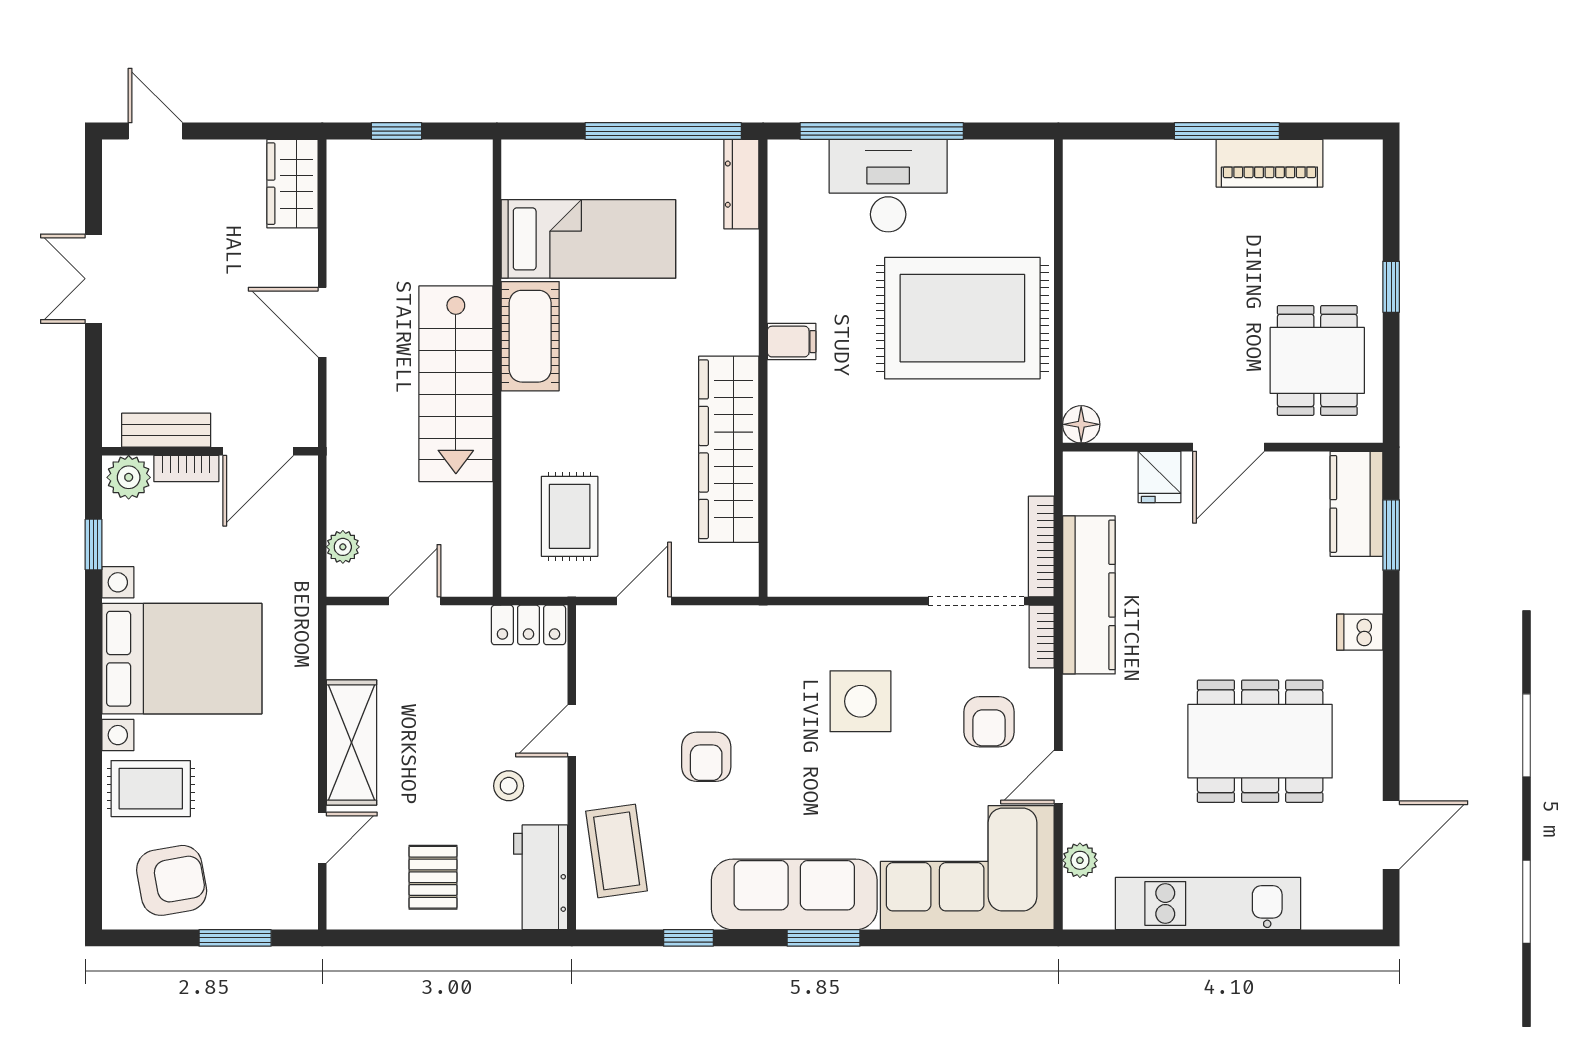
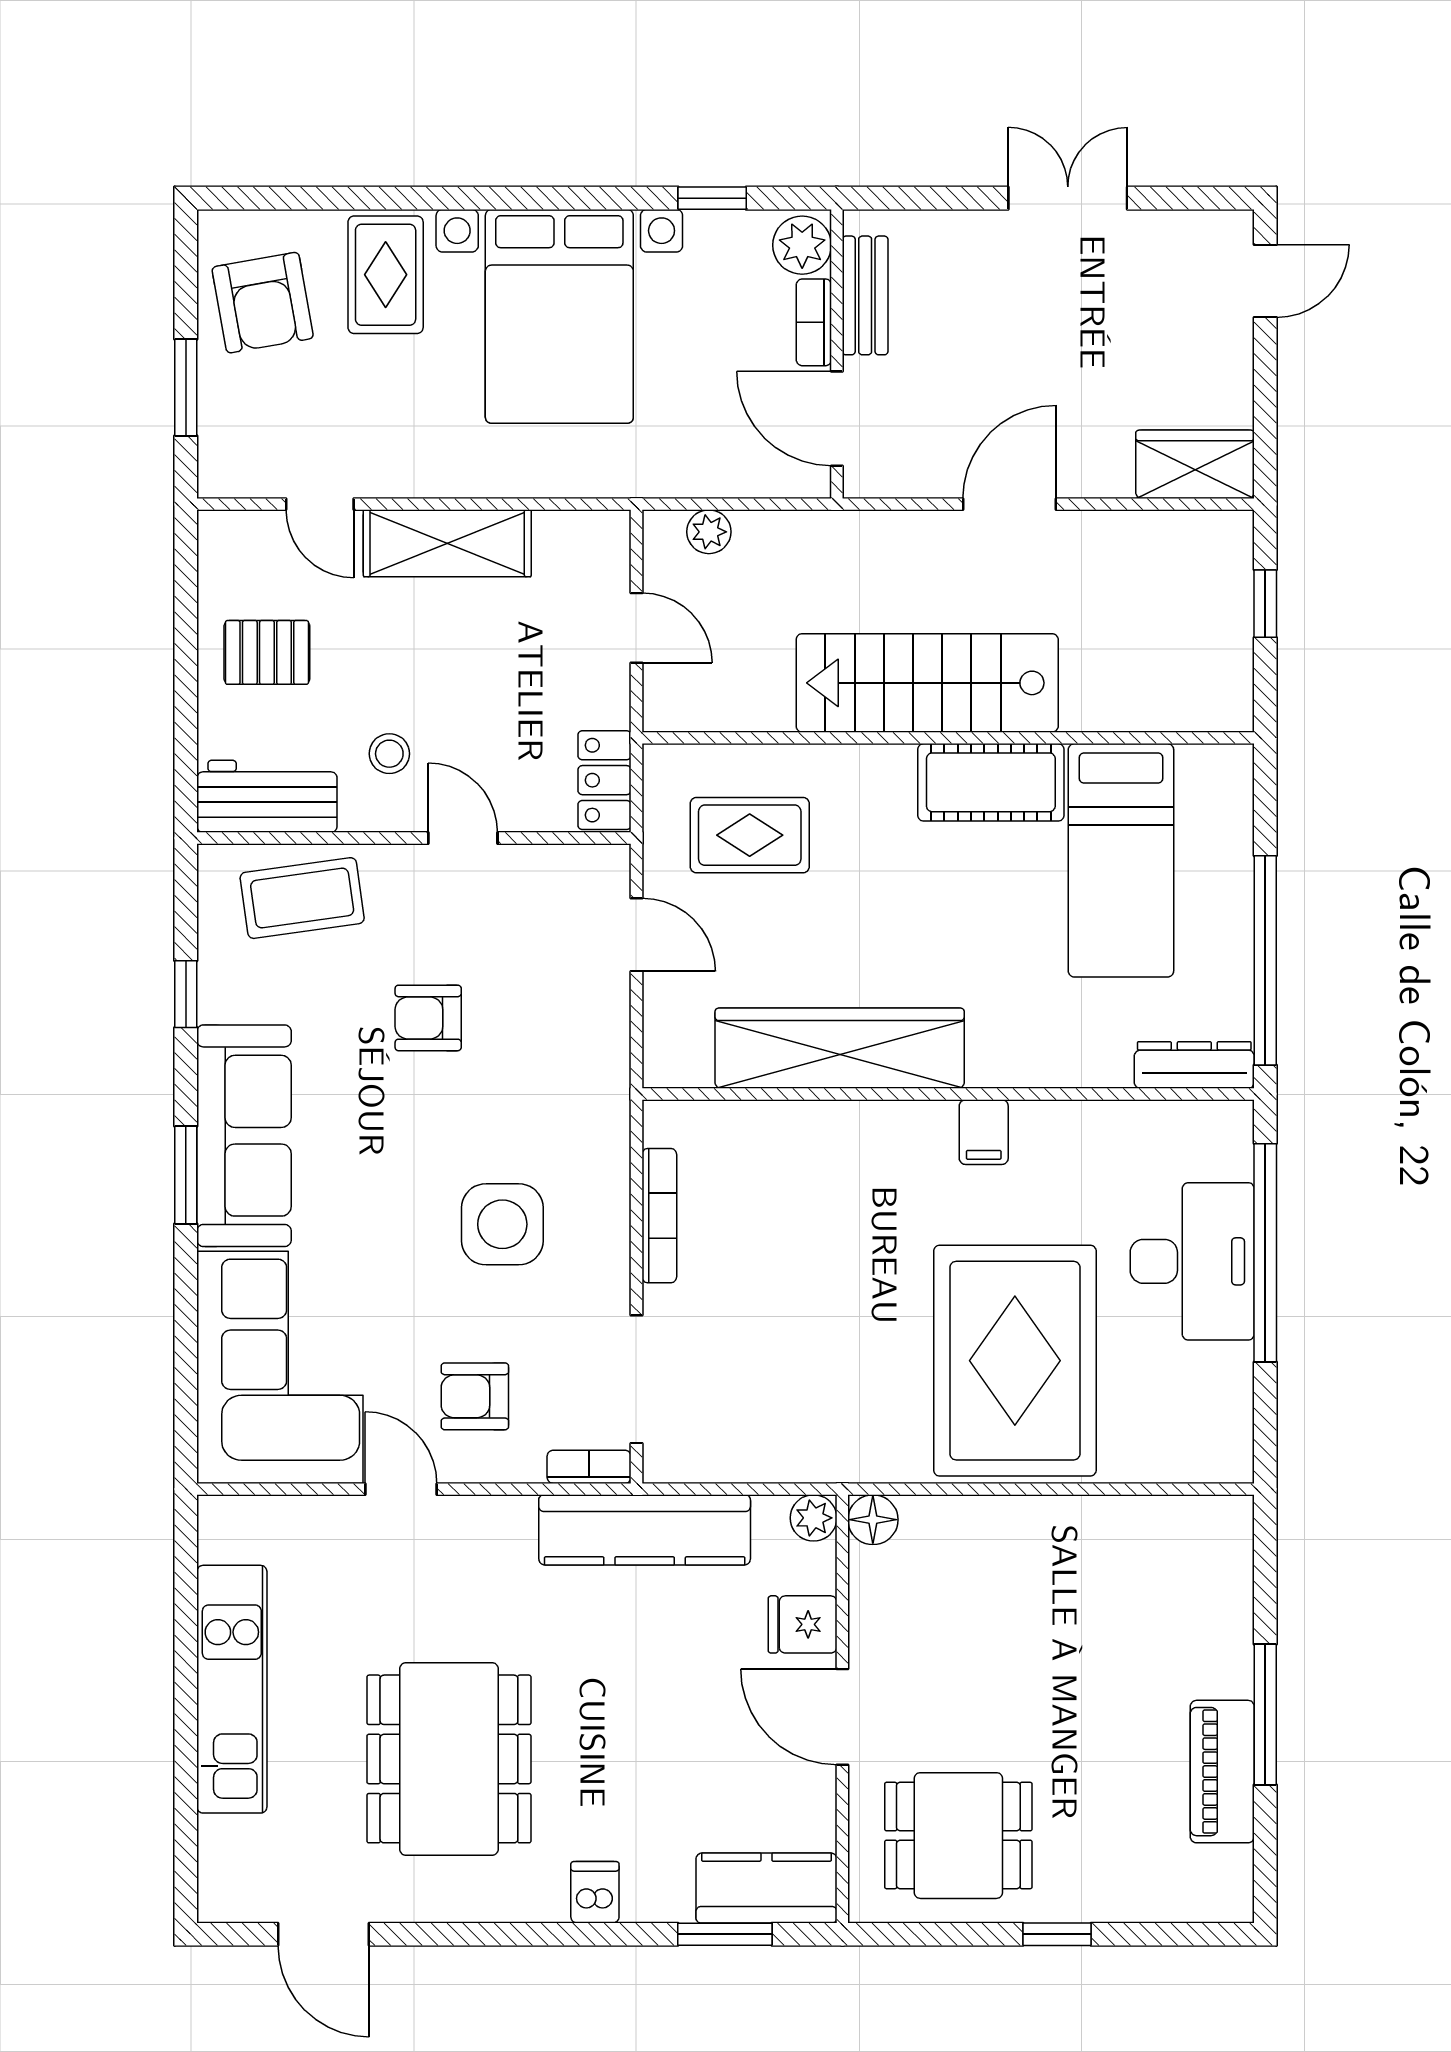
bookcase: (1041, 547) -> (659, 1216), moved, turned 90
plant: (1080, 860) -> (814, 1518), moved

